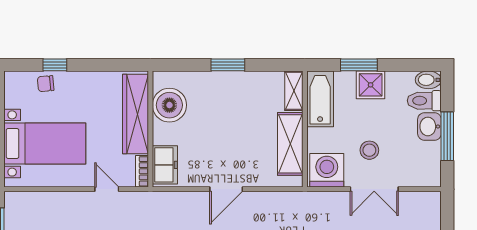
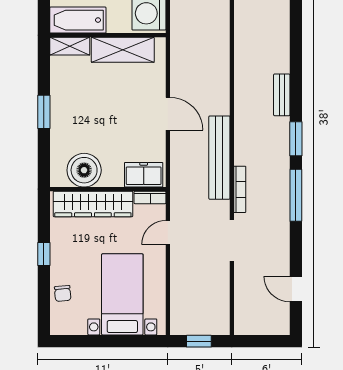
window: (55, 65) -> (44, 254), moved

